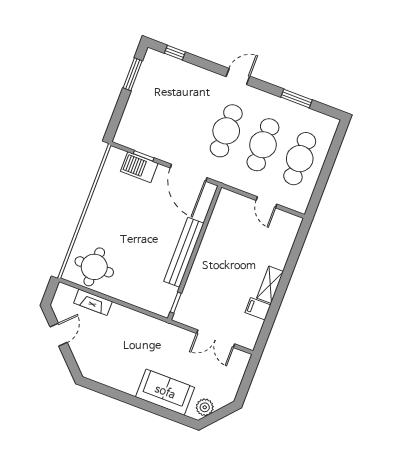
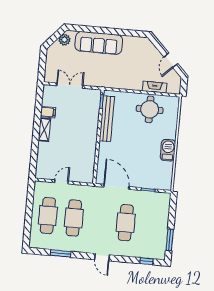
door: (238, 76) -> (102, 257), hinge flipped
cafe table: (226, 131) -> (126, 223), moved
barbecue: (139, 167) -> (168, 150), moved, turned -90
door: (266, 202) -> (61, 182), hinge flipped
bench: (184, 252) -> (107, 119), moved
round table: (94, 267) -> (150, 109), moved
sofa: (165, 392) -> (99, 43), width x1.36

